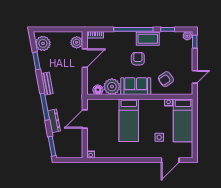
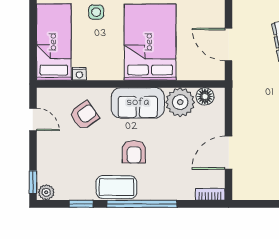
plant: (77, 42) -> (243, 181), removed
door: (195, 77) -> (33, 119), swing flipped
door: (85, 119) -> (229, 45), swing flipped
bed: (129, 120) -> (150, 42), width x1.50

